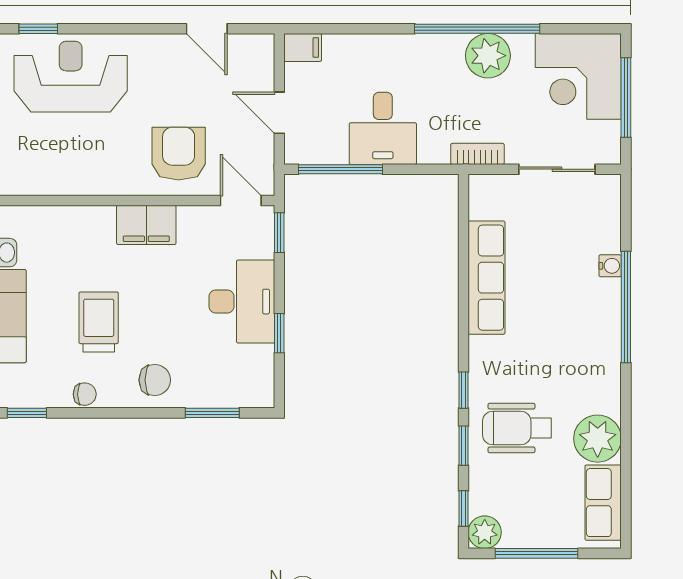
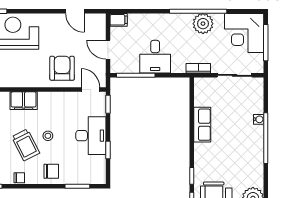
filing cabinet: (146, 225) -> (24, 101), moved
row of seats: (487, 278) -> (202, 125), width x0.68
stool: (147, 302) -> (48, 136), added
trolley: (99, 322) -> (26, 145), turned 153

